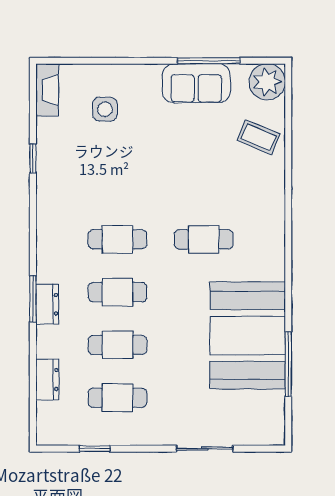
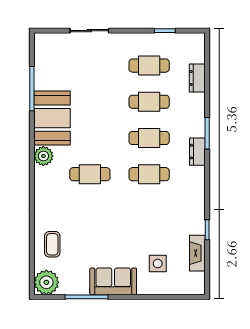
sofa: (196, 83) -> (113, 281), moved
fireplace: (47, 90) -> (197, 253), moved
coffee table: (259, 137) -> (52, 244), turned 67
plant: (271, 266) -> (43, 156), added
dresser: (47, 304) -> (197, 152), moved
booth: (248, 335) -> (52, 118), width x0.73, depth x0.70

